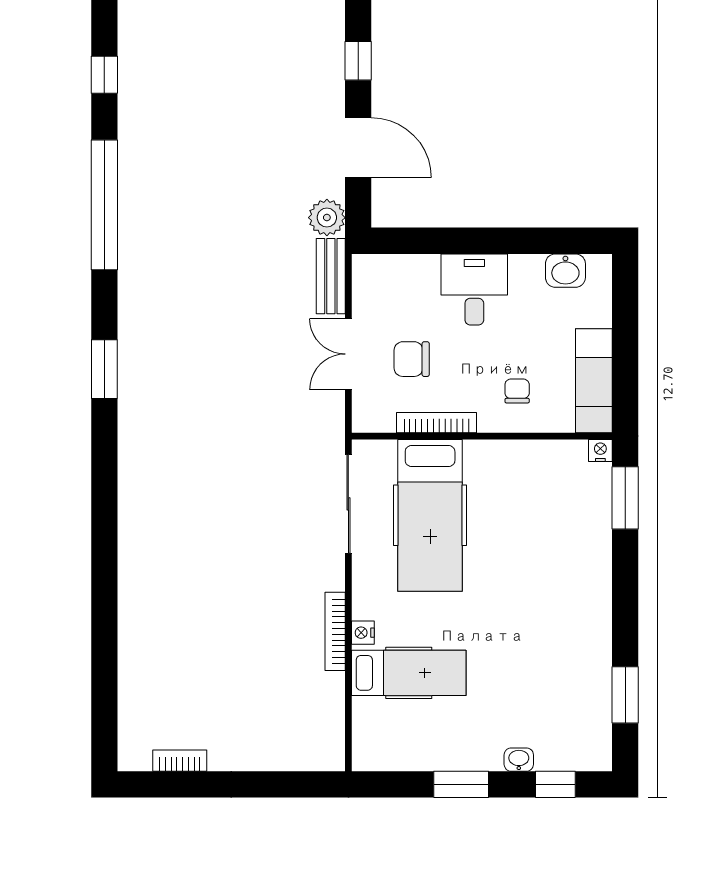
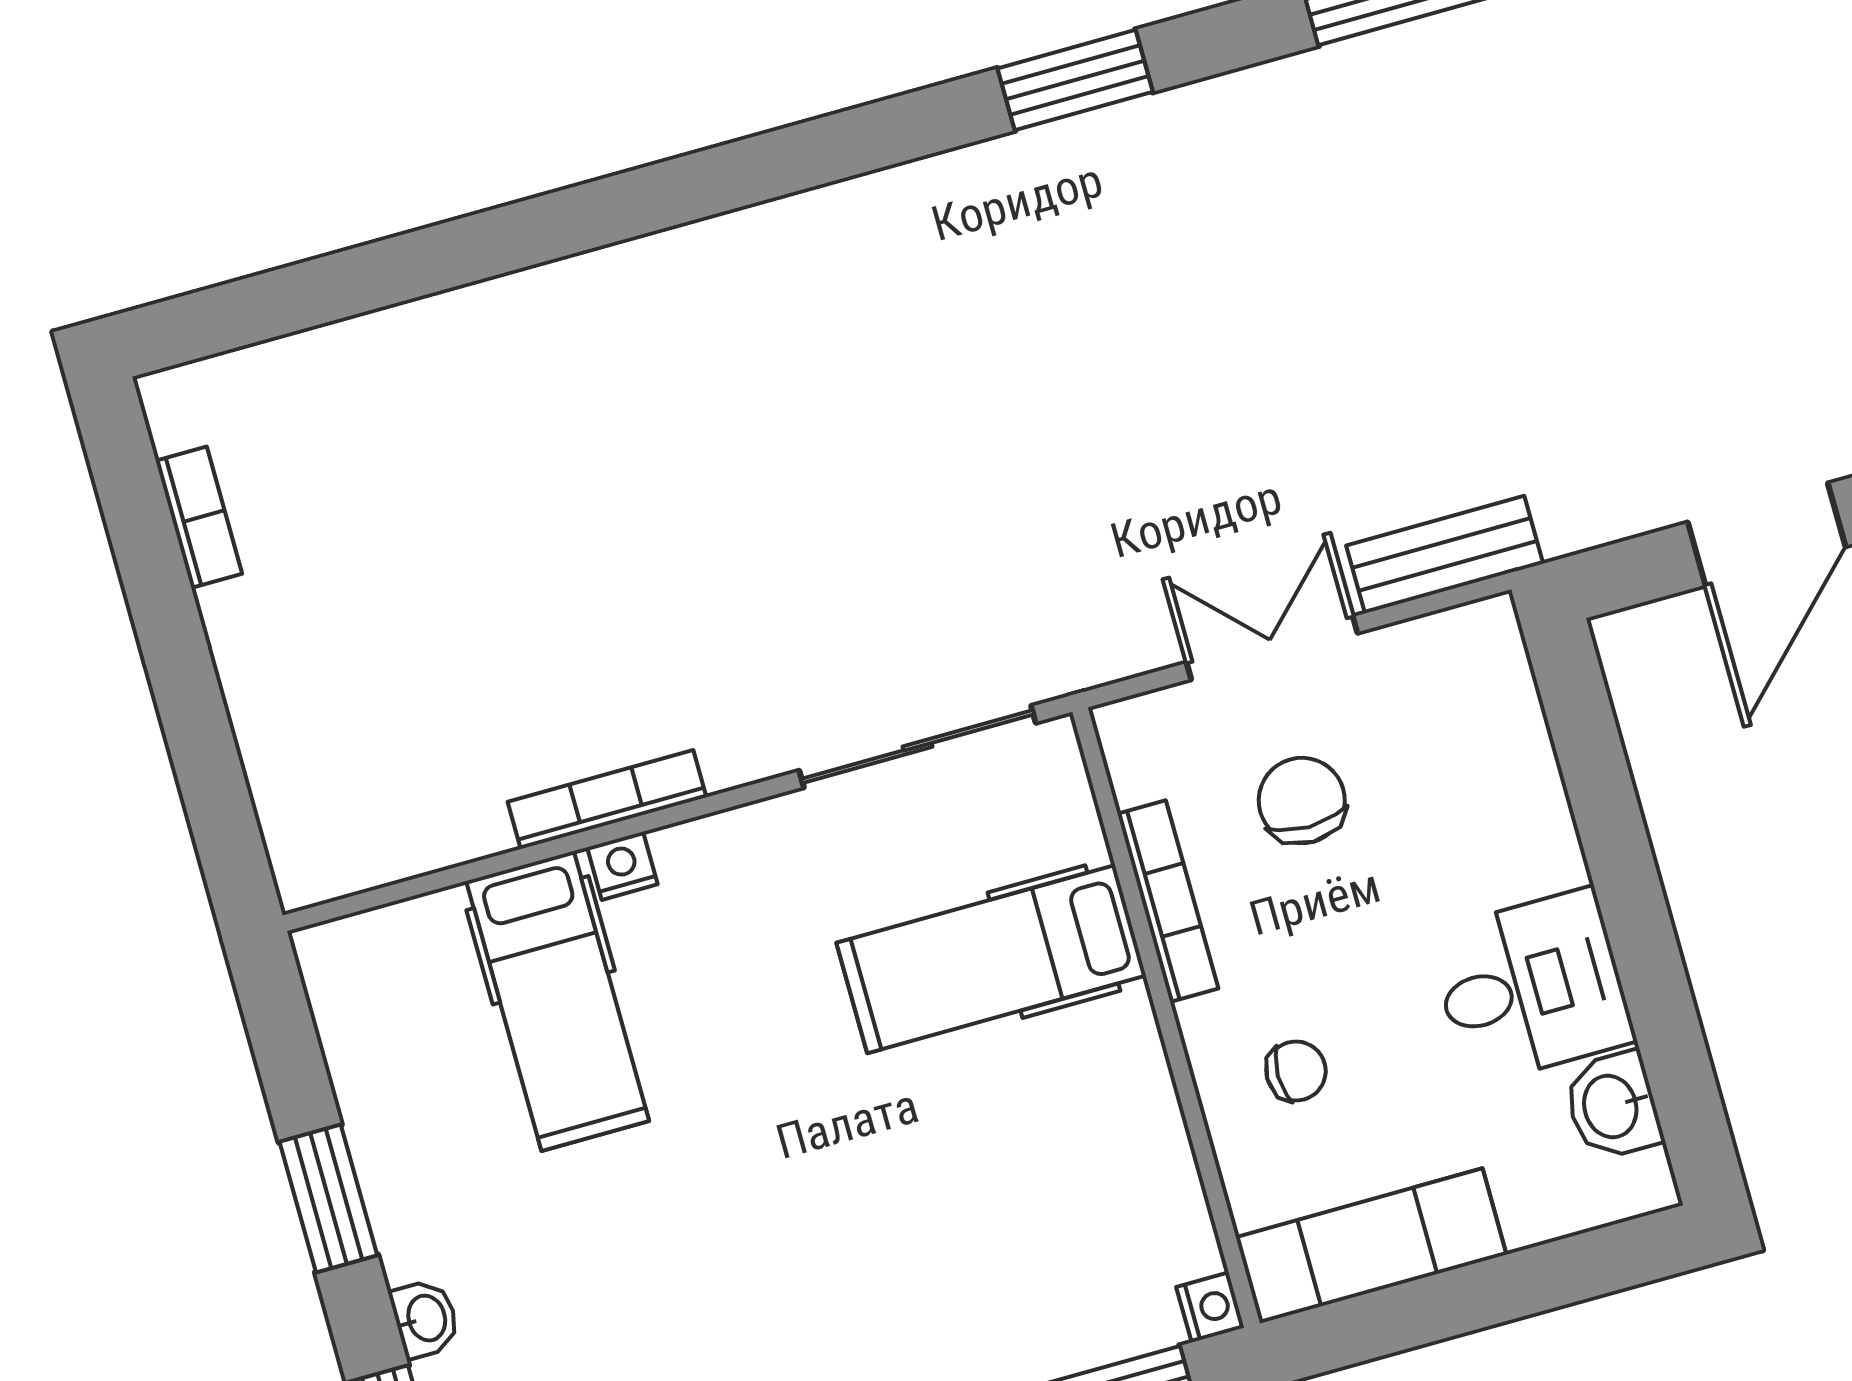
plant: (327, 218) -> (1581, 506), removed
desk: (474, 289) -> (1531, 987), moved
hospital bed: (430, 515) -> (991, 959), width x0.73, depth x0.78

